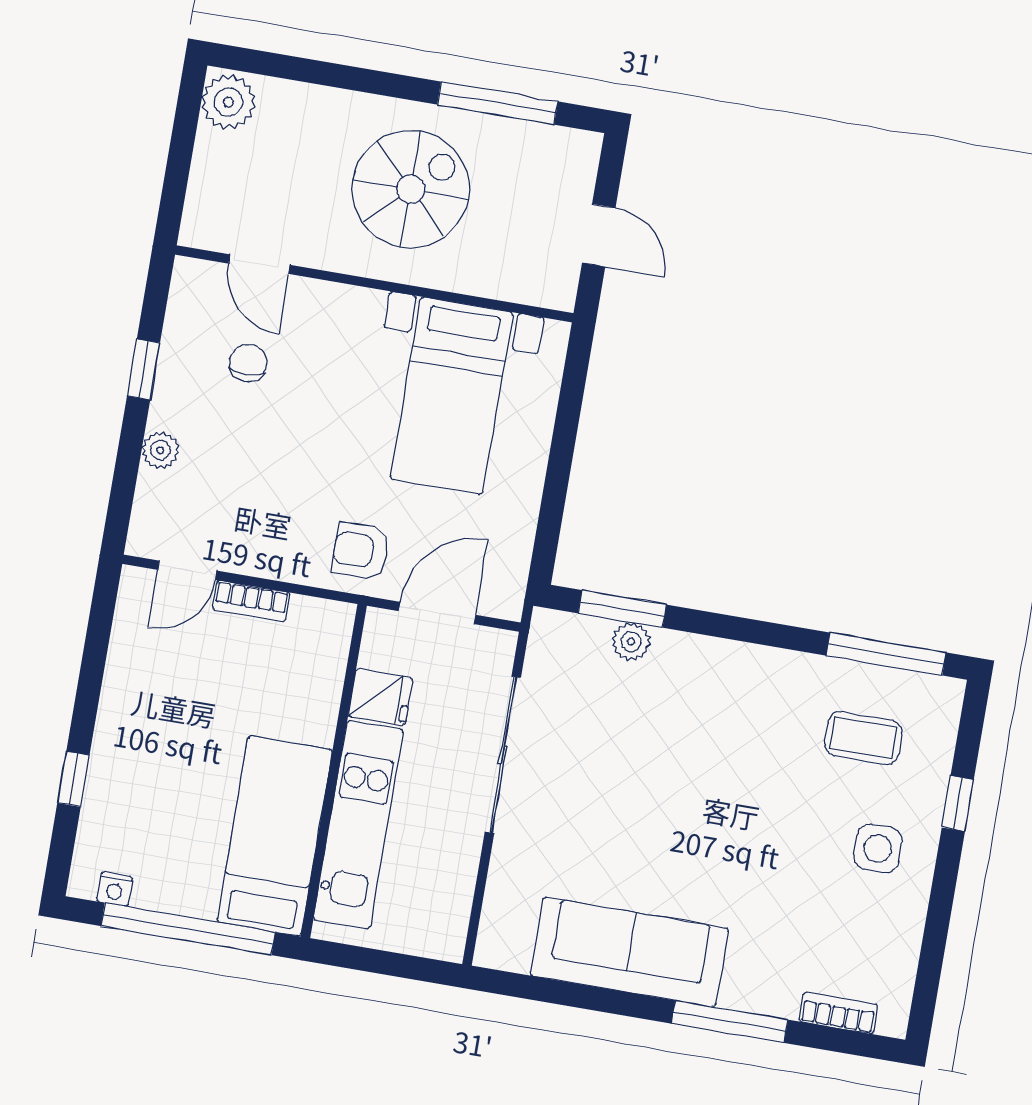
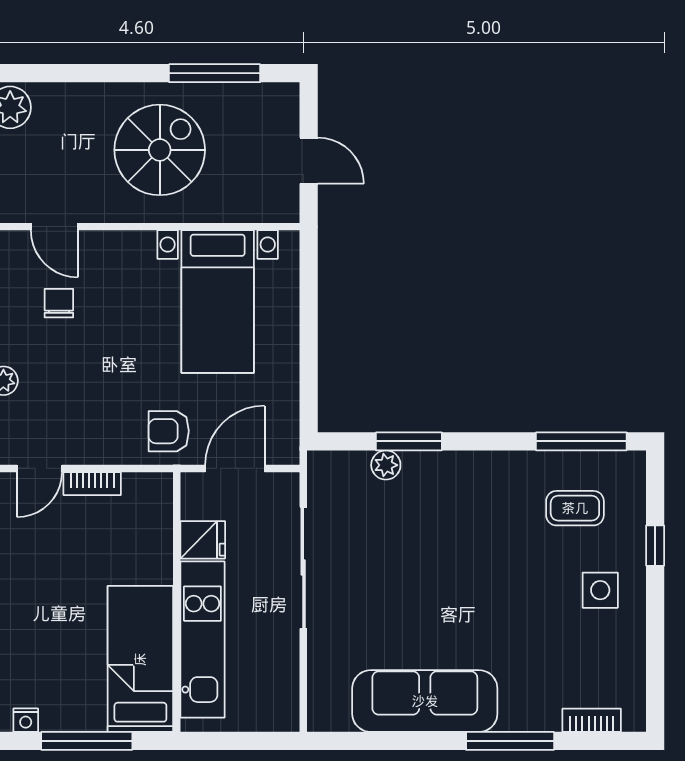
window: (622, 609) -> (409, 441), moved
window: (188, 929) -> (87, 741), width x0.68

